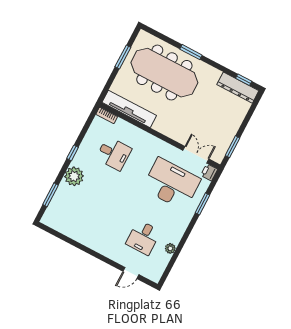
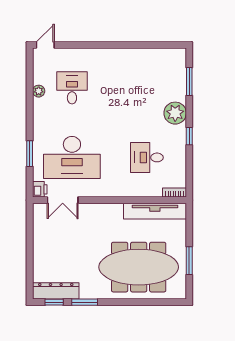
window: (191, 52) -> (85, 302), moved
window: (232, 147) -> (30, 228), removed
door: (131, 273) -> (45, 45), moved

